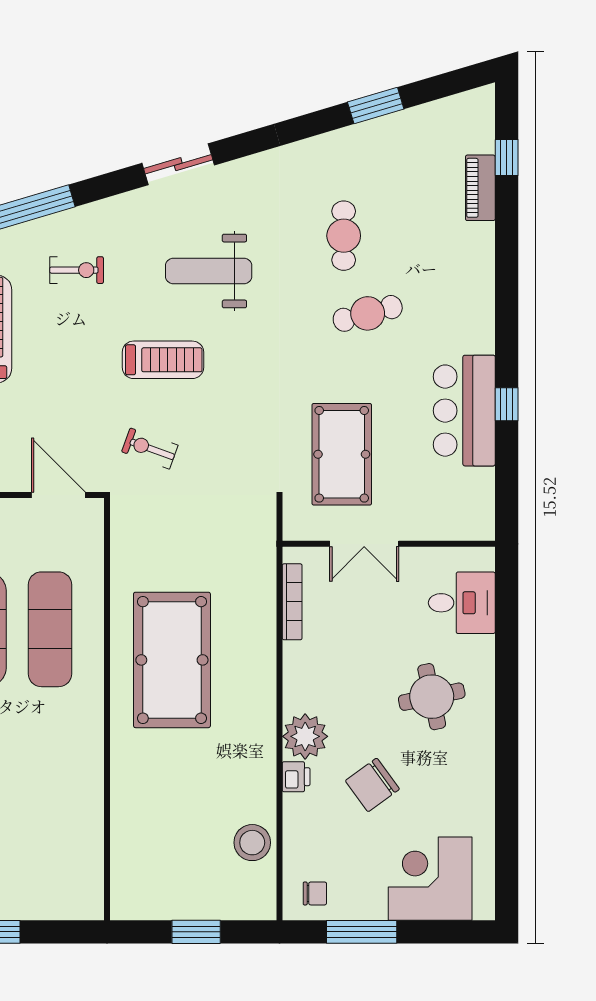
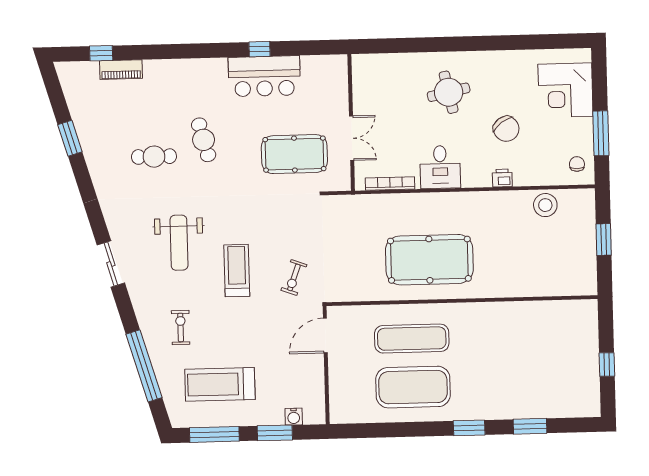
desk: (462, 603) -> (440, 167), moved, turned 180
plant: (305, 736) -> (476, 173), removed

